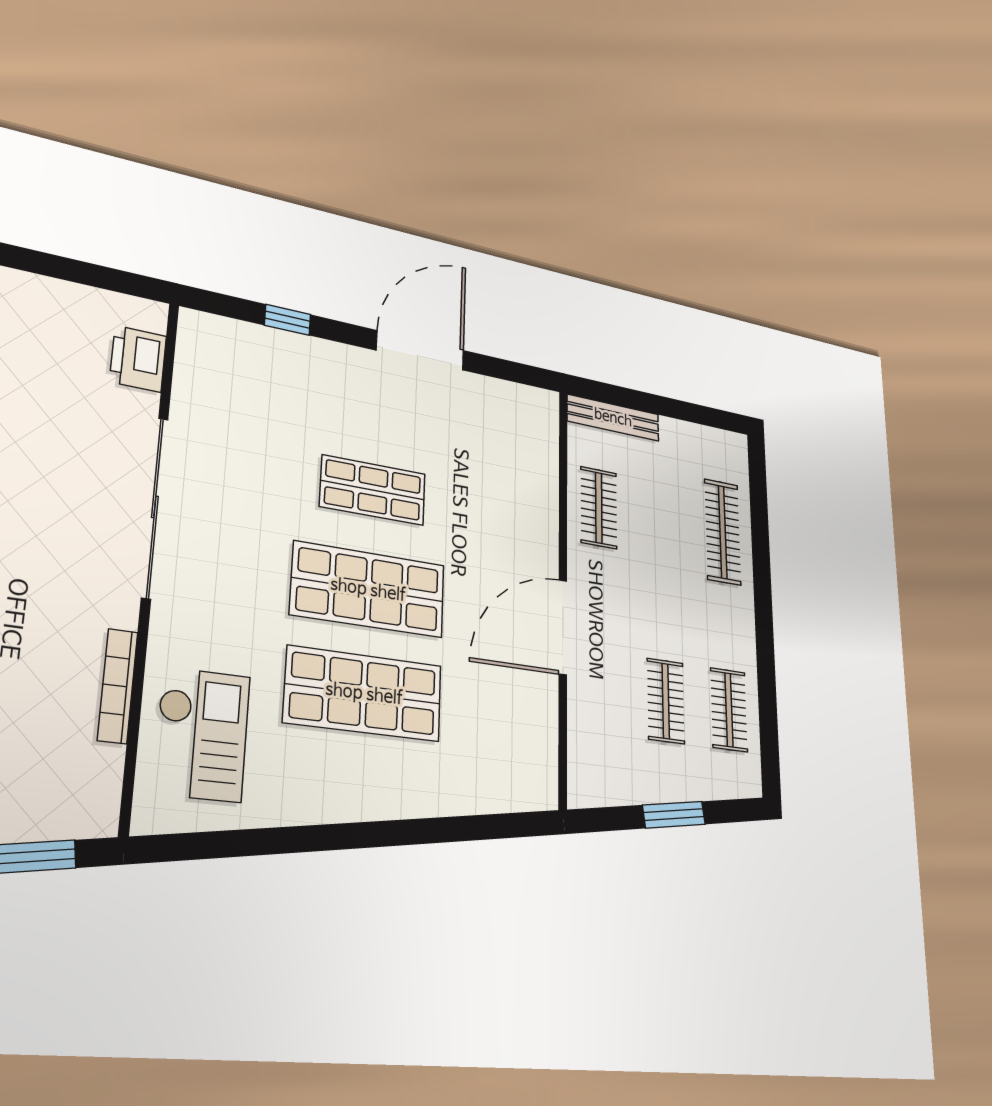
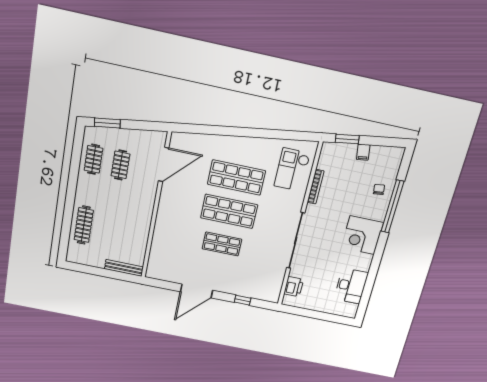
clothes rail: (599, 508) -> (136, 236), removed
door: (563, 627) -> (164, 164), moved
window: (674, 815) -> (107, 123), moved

